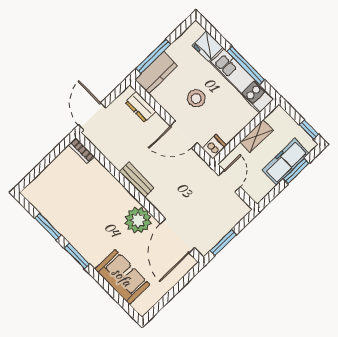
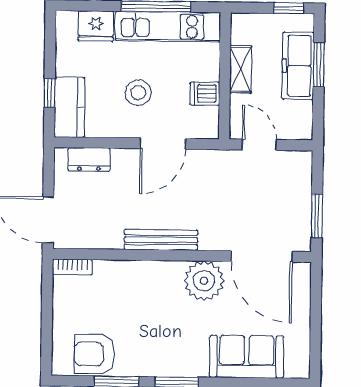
window: (153, 56) -> (50, 93), width x0.46
dishwasher: (214, 147) -> (205, 94), moved, turned -90
bench: (137, 180) -> (161, 240), width x1.36
armchair: (50, 203) -> (94, 354), added

